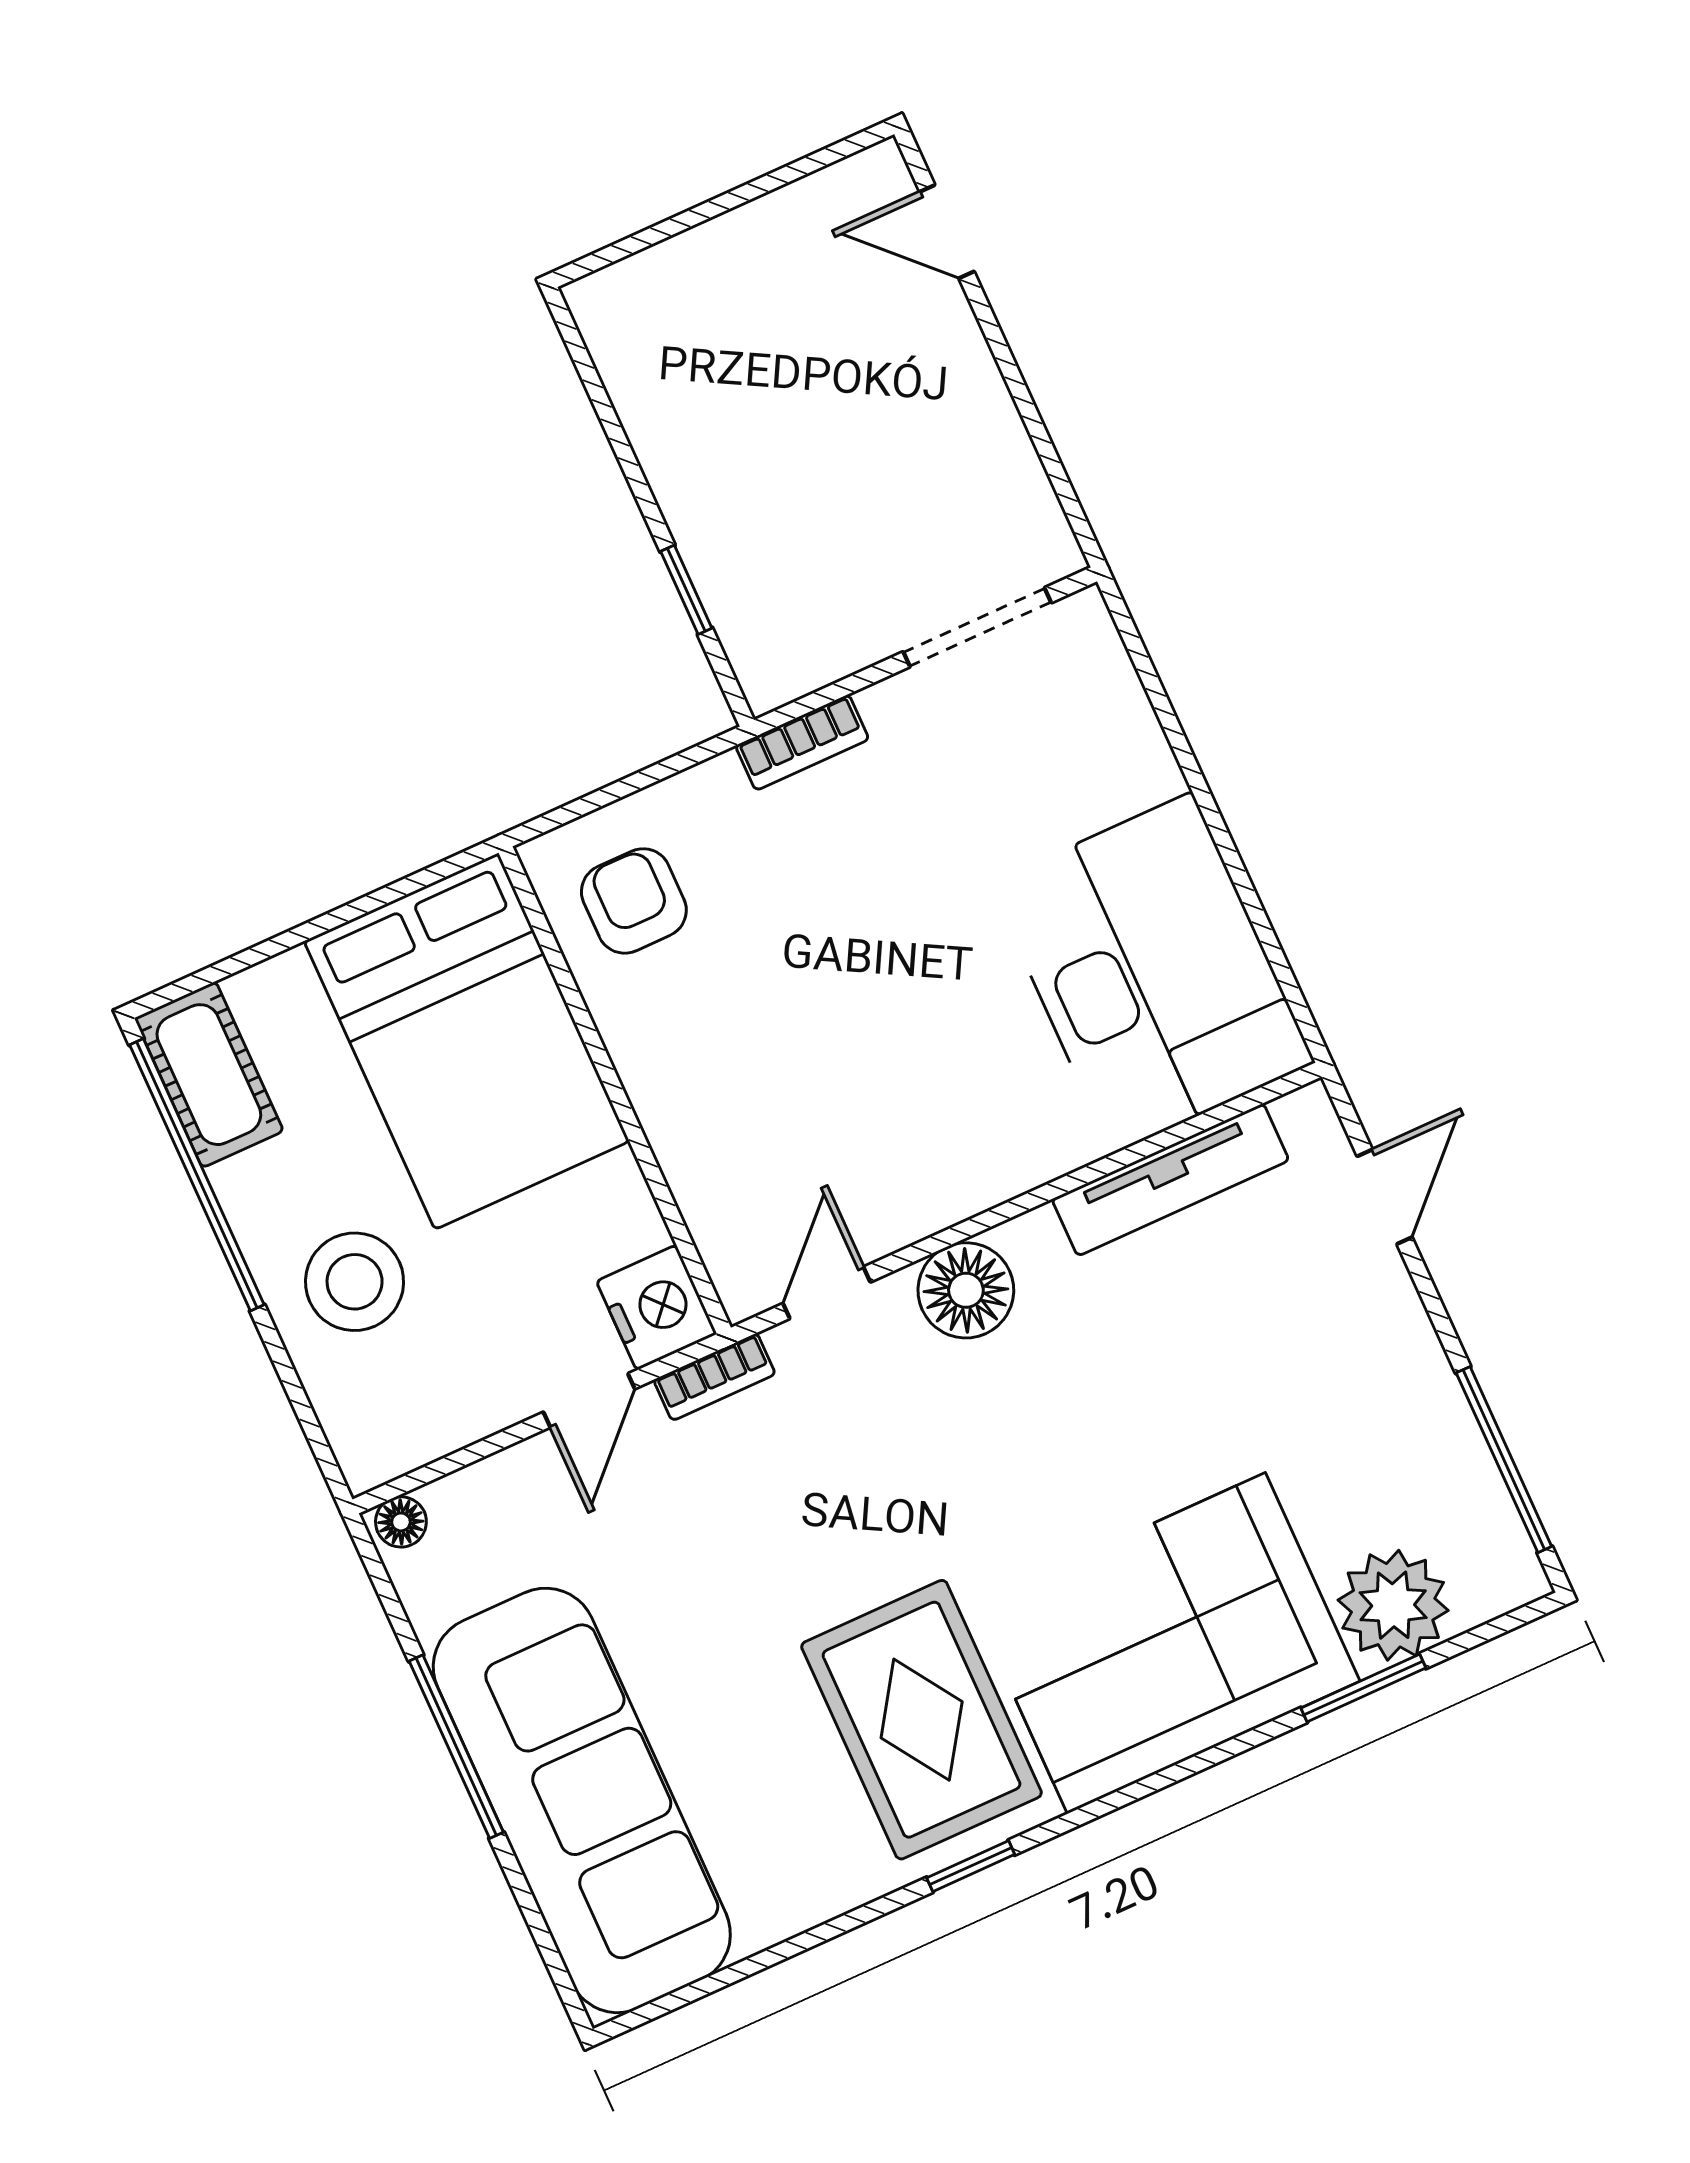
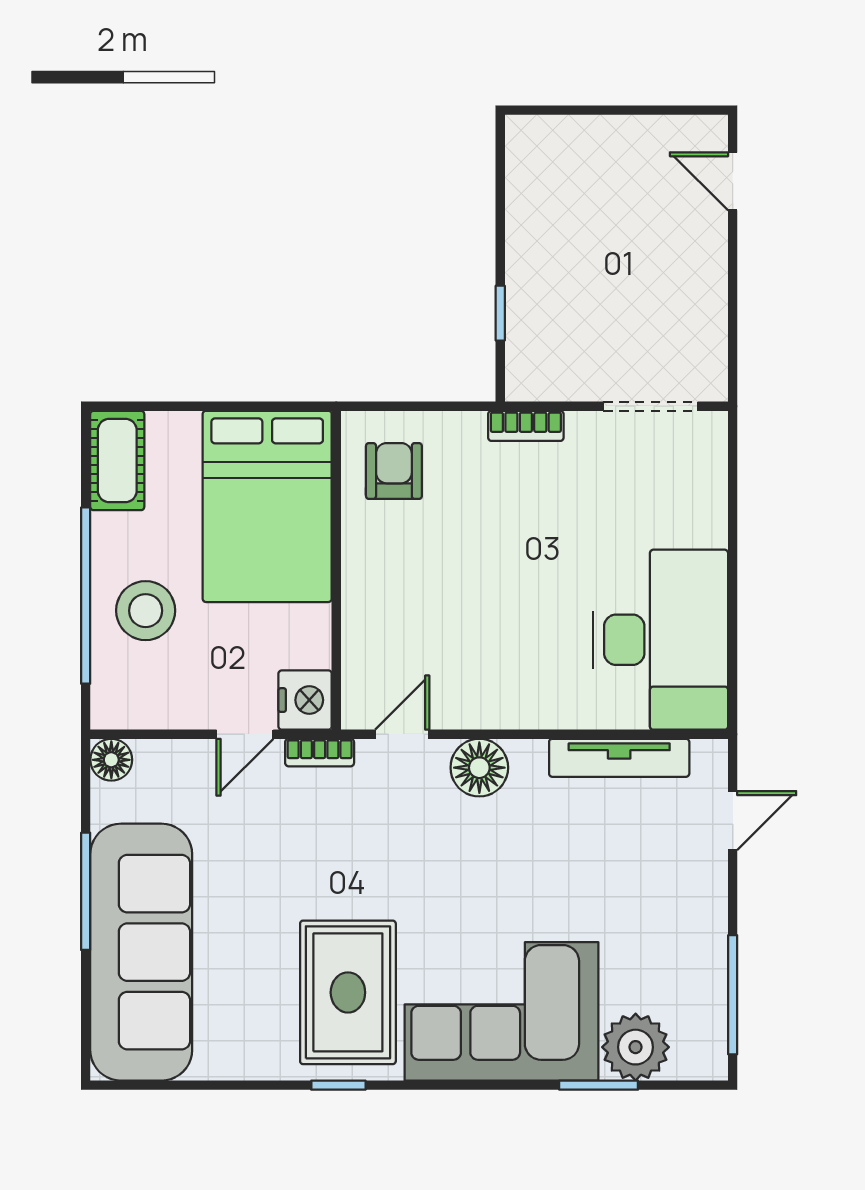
window: (197, 1175) -> (86, 596), moved
floor lamp: (401, 1522) -> (111, 760), width x1.37, depth x1.37

